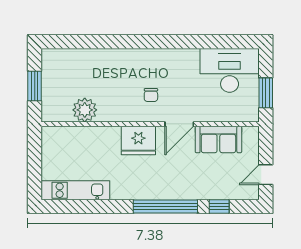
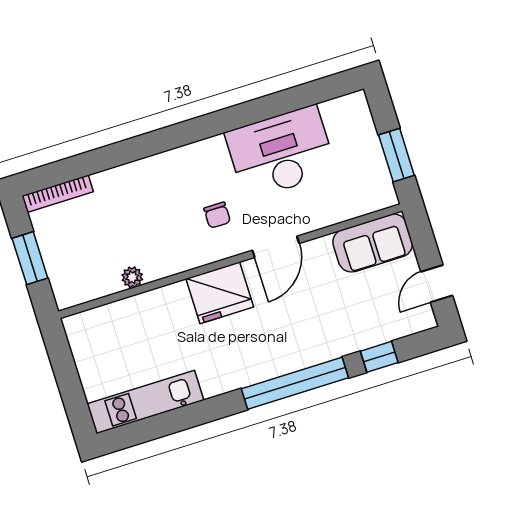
bookcase: (62, 54) -> (58, 194), added
desk: (230, 70) -> (281, 152), moved
plant: (85, 110) -> (132, 277), width x0.53, depth x0.53
sofa: (218, 139) -> (373, 243), moved

